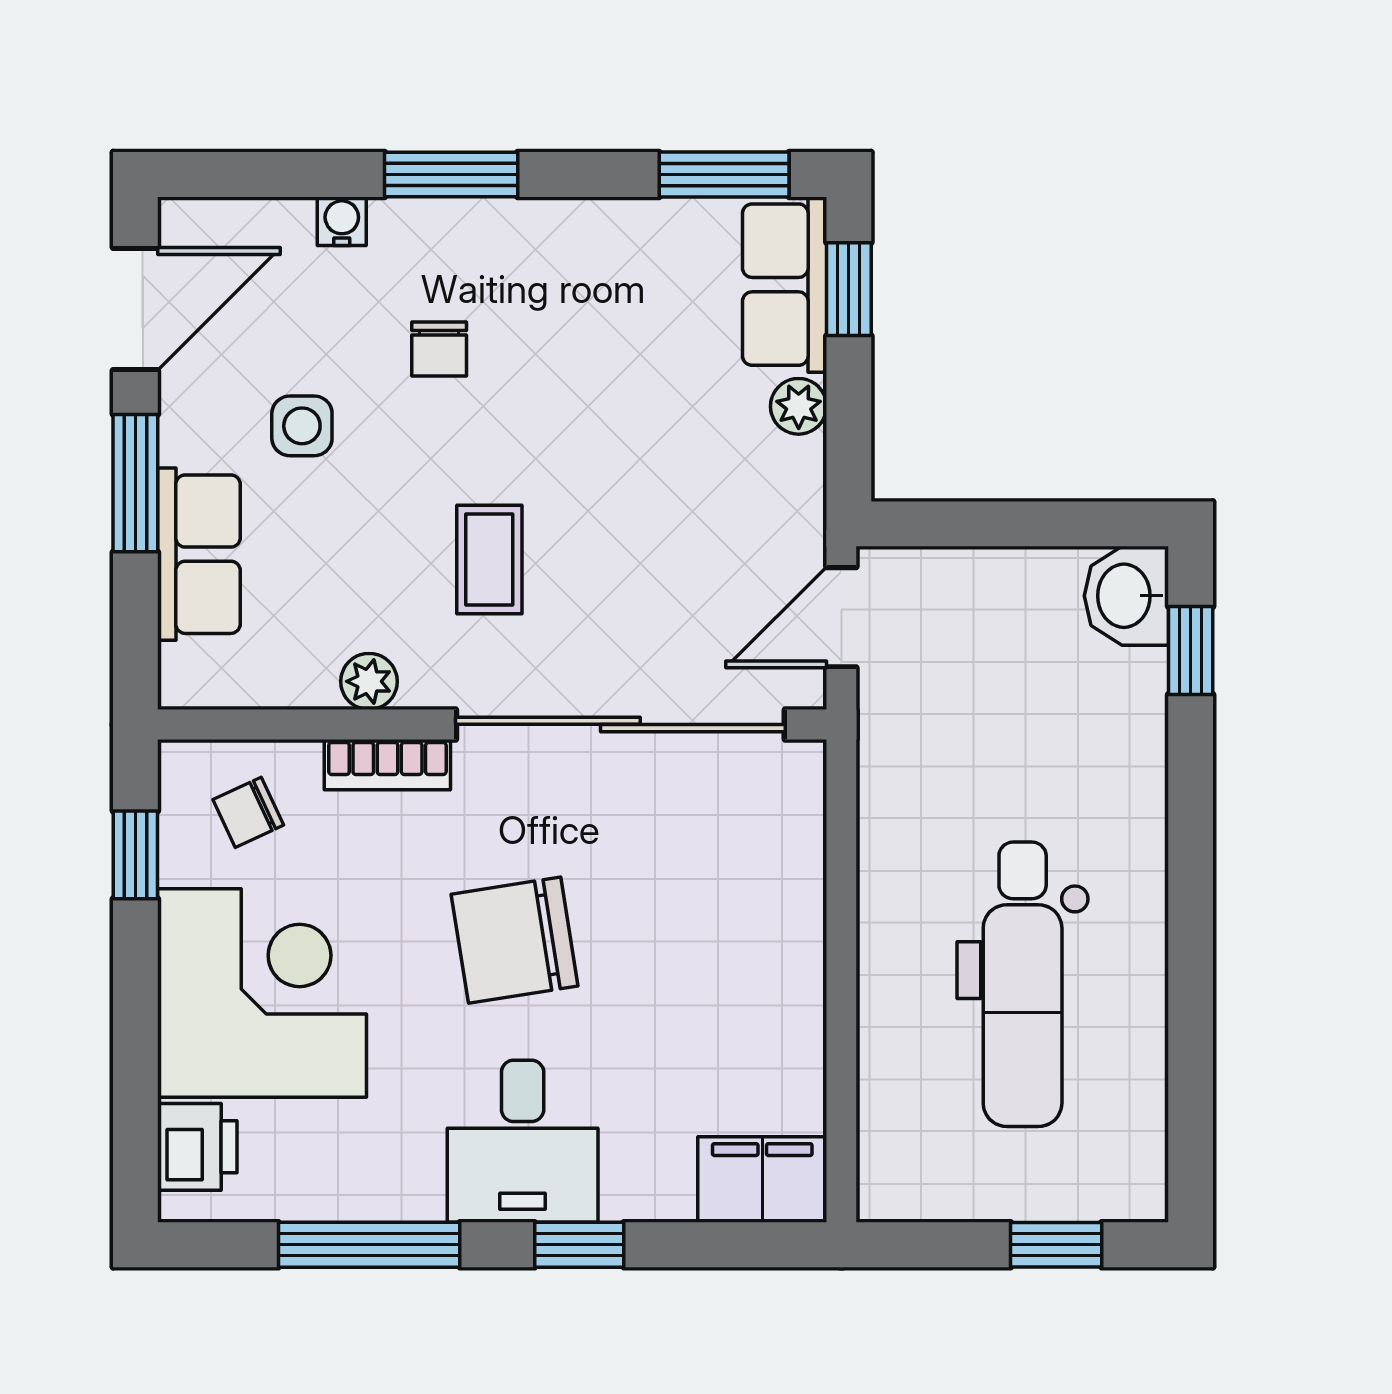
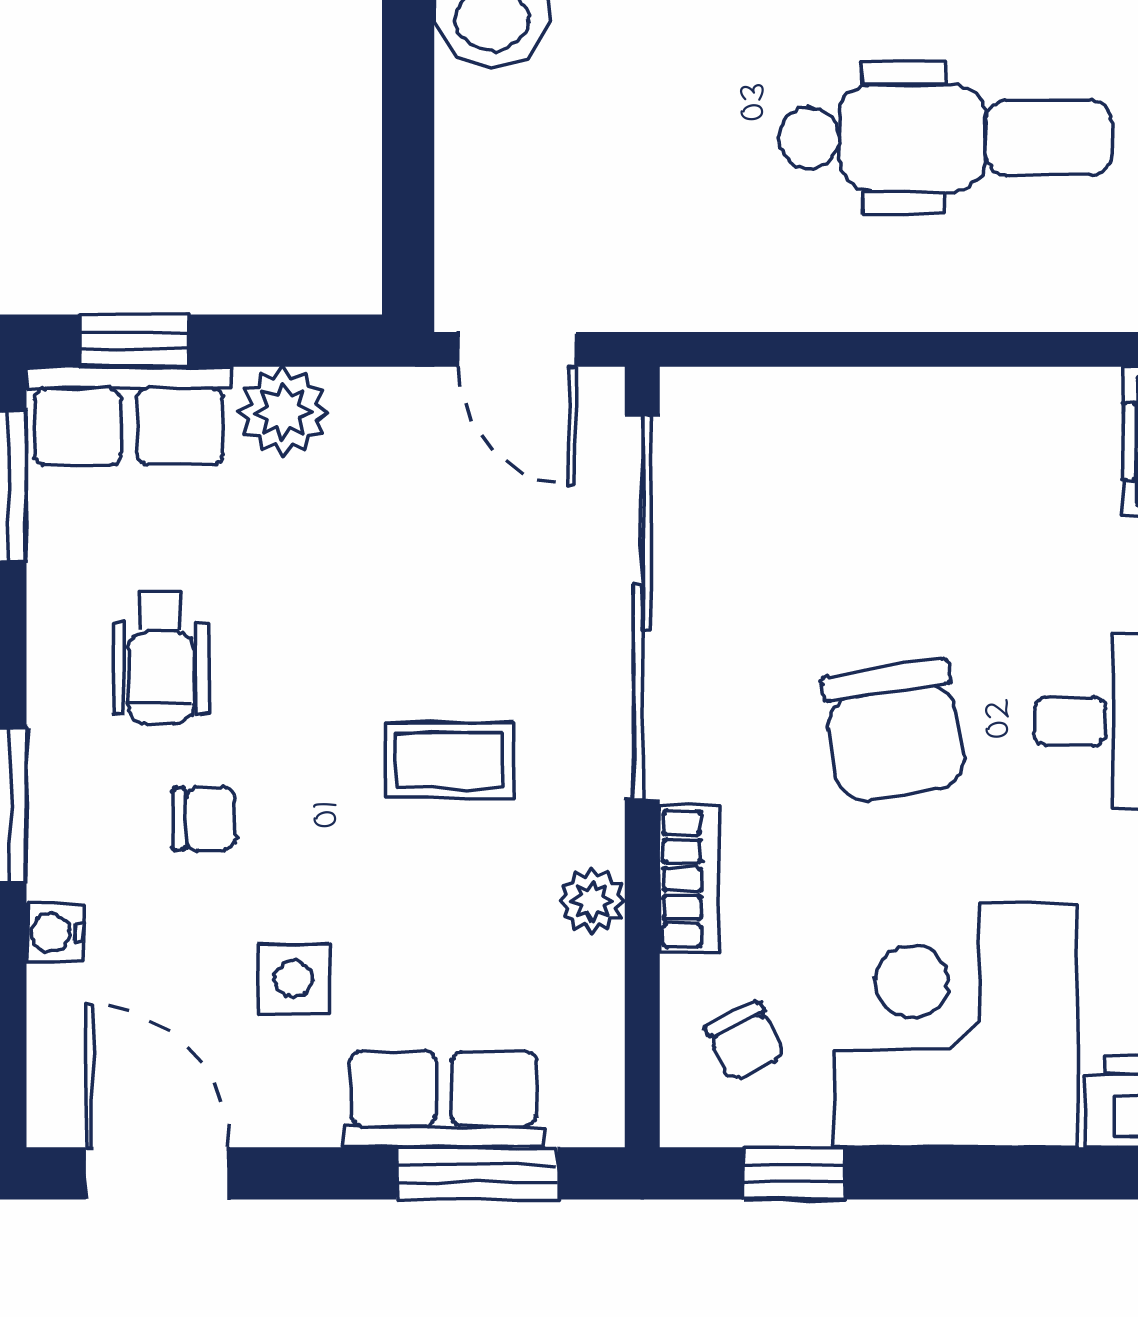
wheelchair: (577, 312) -> (161, 658), added
plant: (799, 406) -> (283, 412), width x1.38, depth x1.38
window: (135, 483) -> (477, 1173), moved

